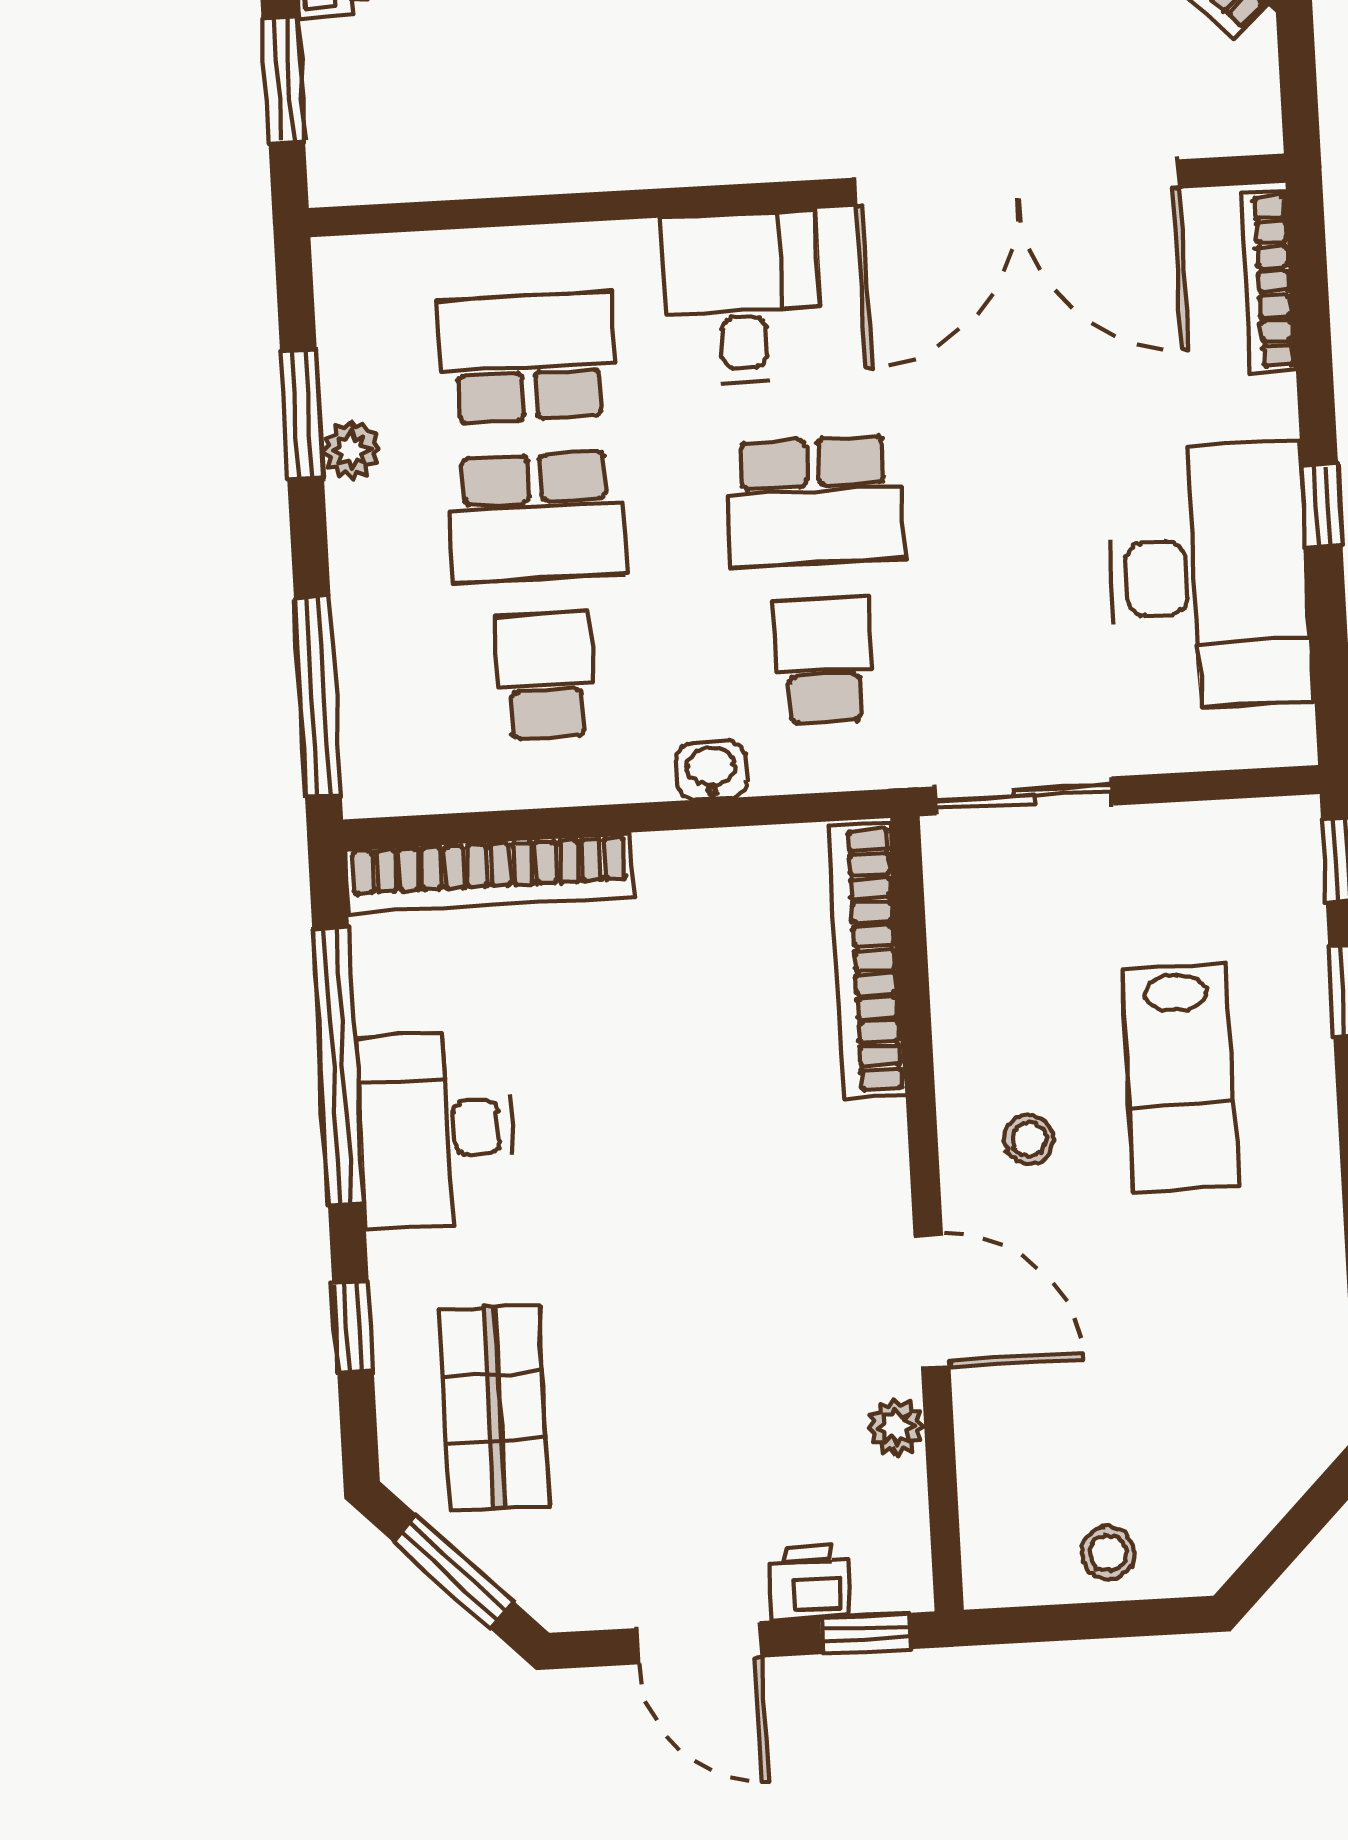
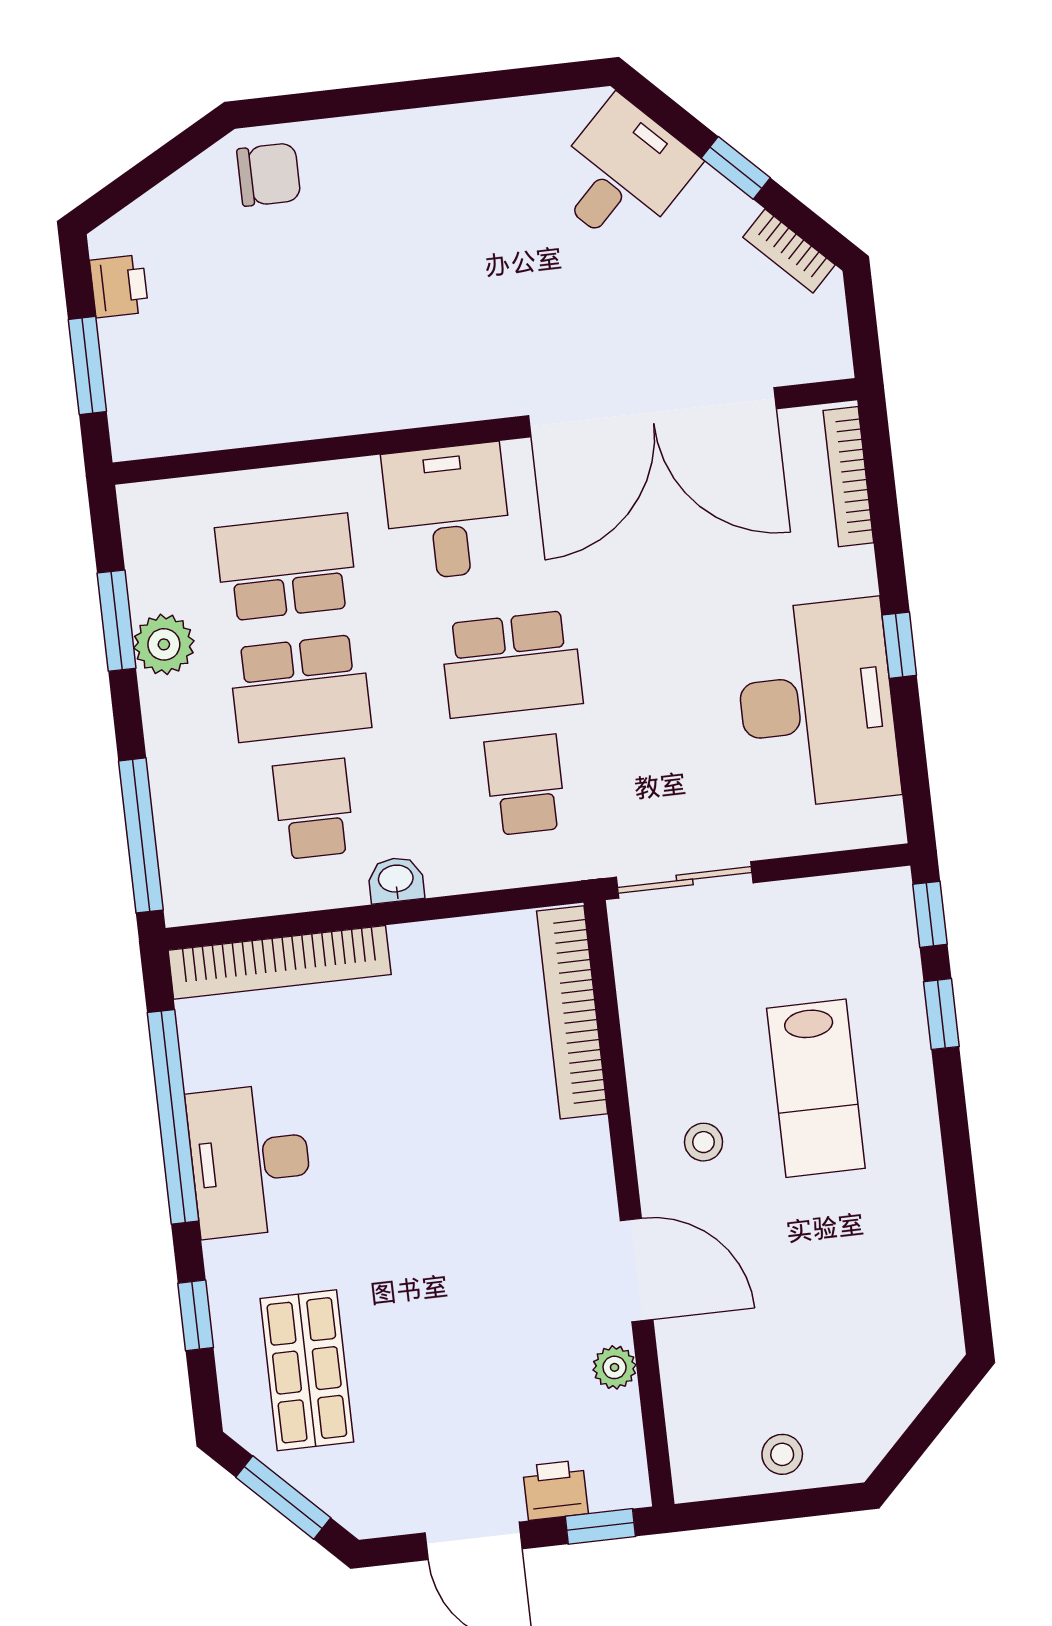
plant: (351, 450) -> (164, 644), width x1.38, depth x1.38
washbasin: (711, 770) -> (396, 880), moved

